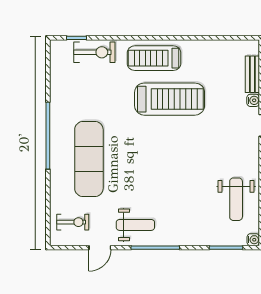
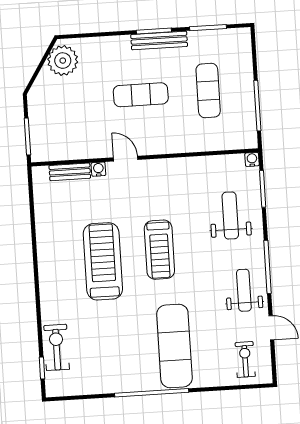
treadmill: (154, 58) -> (159, 250), moved
exercise mat: (89, 159) -> (174, 346), turned 90
weight bench: (236, 199) -> (230, 216), moved, turned -90

